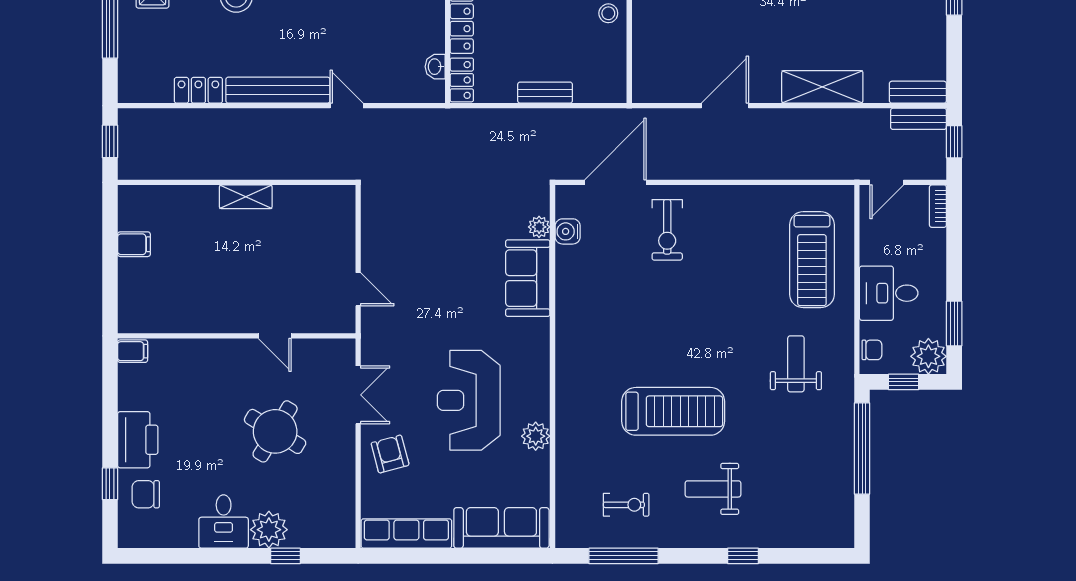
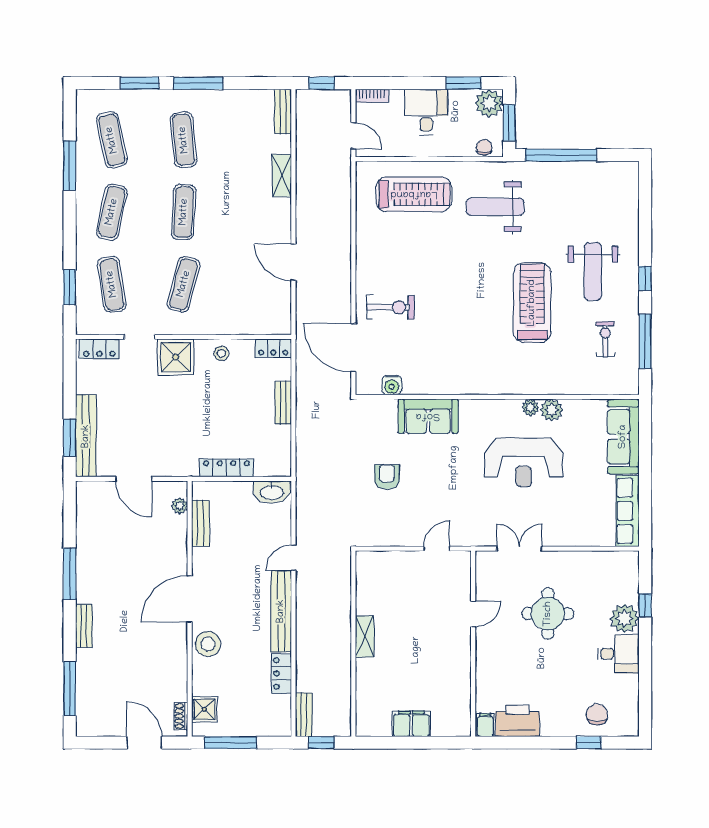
washbasin: (435, 67) -> (272, 492), width x1.91, depth x1.45
locker: (462, 80) -> (273, 348), moved, turned 180
shelving: (822, 87) -> (282, 176), width x0.67, depth x0.75
bench: (919, 119) -> (304, 715), moved
plant: (539, 227) -> (530, 407), moved
filing cabinet: (134, 244) -> (411, 724), width x2.00
desk: (889, 293) -> (426, 112), moved, turned 180
weight bench: (796, 364) -> (495, 207), width x1.36, depth x1.33
window: (904, 382) -> (509, 123), width x1.50
round table: (275, 431) -> (548, 614), turned -31
printer: (138, 440) -> (518, 721), moved
armchair: (390, 454) -> (387, 477), moved, turned 105
weight bench: (713, 489) -> (593, 272), width x1.36, depth x1.33
chair: (146, 494) -> (597, 715), turned 180
window: (743, 556) -> (645, 279), moved

